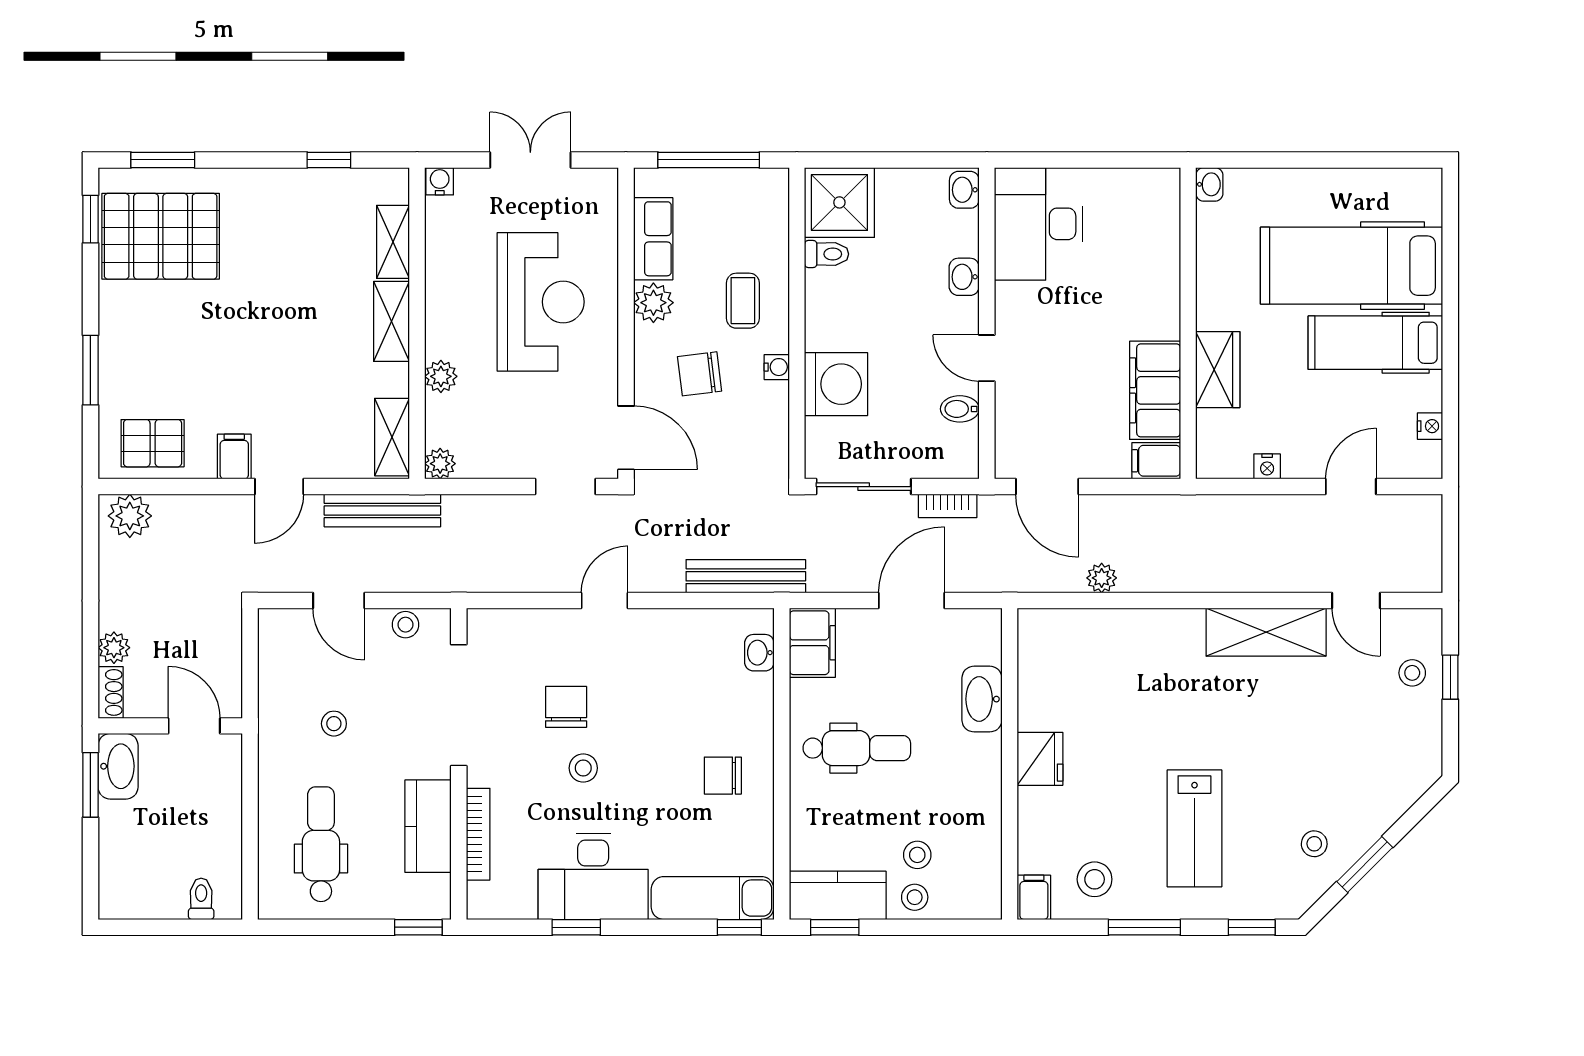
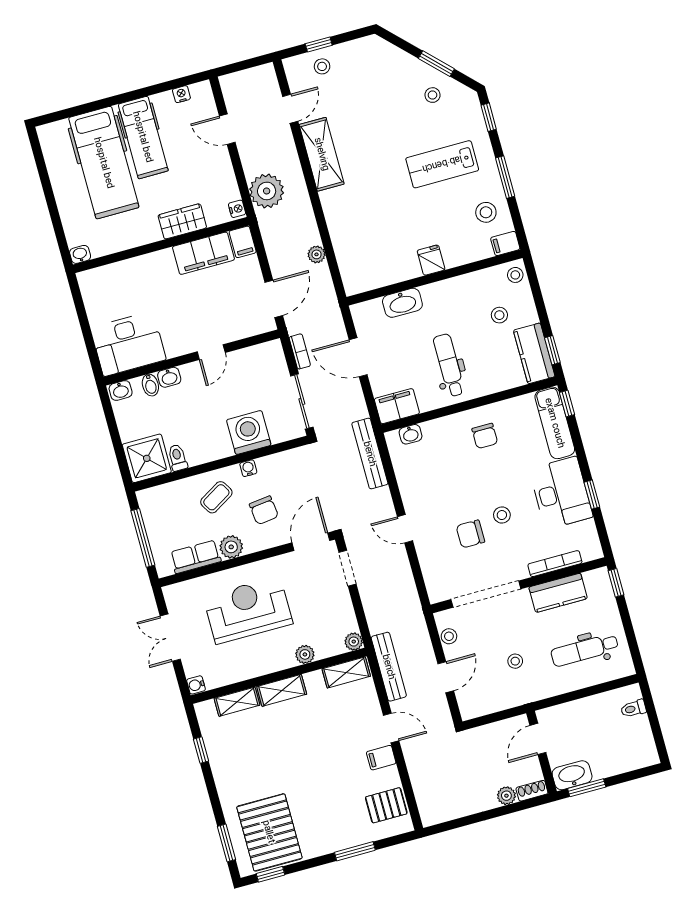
coffee table: (743, 301) -> (216, 497), turned -31
bidet: (960, 409) -> (150, 385), moved
pallet: (153, 443) -> (386, 805), turned 90
nightstand: (1267, 466) -> (237, 209), moved
plant: (130, 516) -> (267, 191), moved, width x1.36, depth x1.36
fridge: (1040, 759) -> (431, 260), width x0.72
lab bench: (1194, 828) -> (442, 164), turned 180
stool: (915, 897) -> (515, 275), moved

